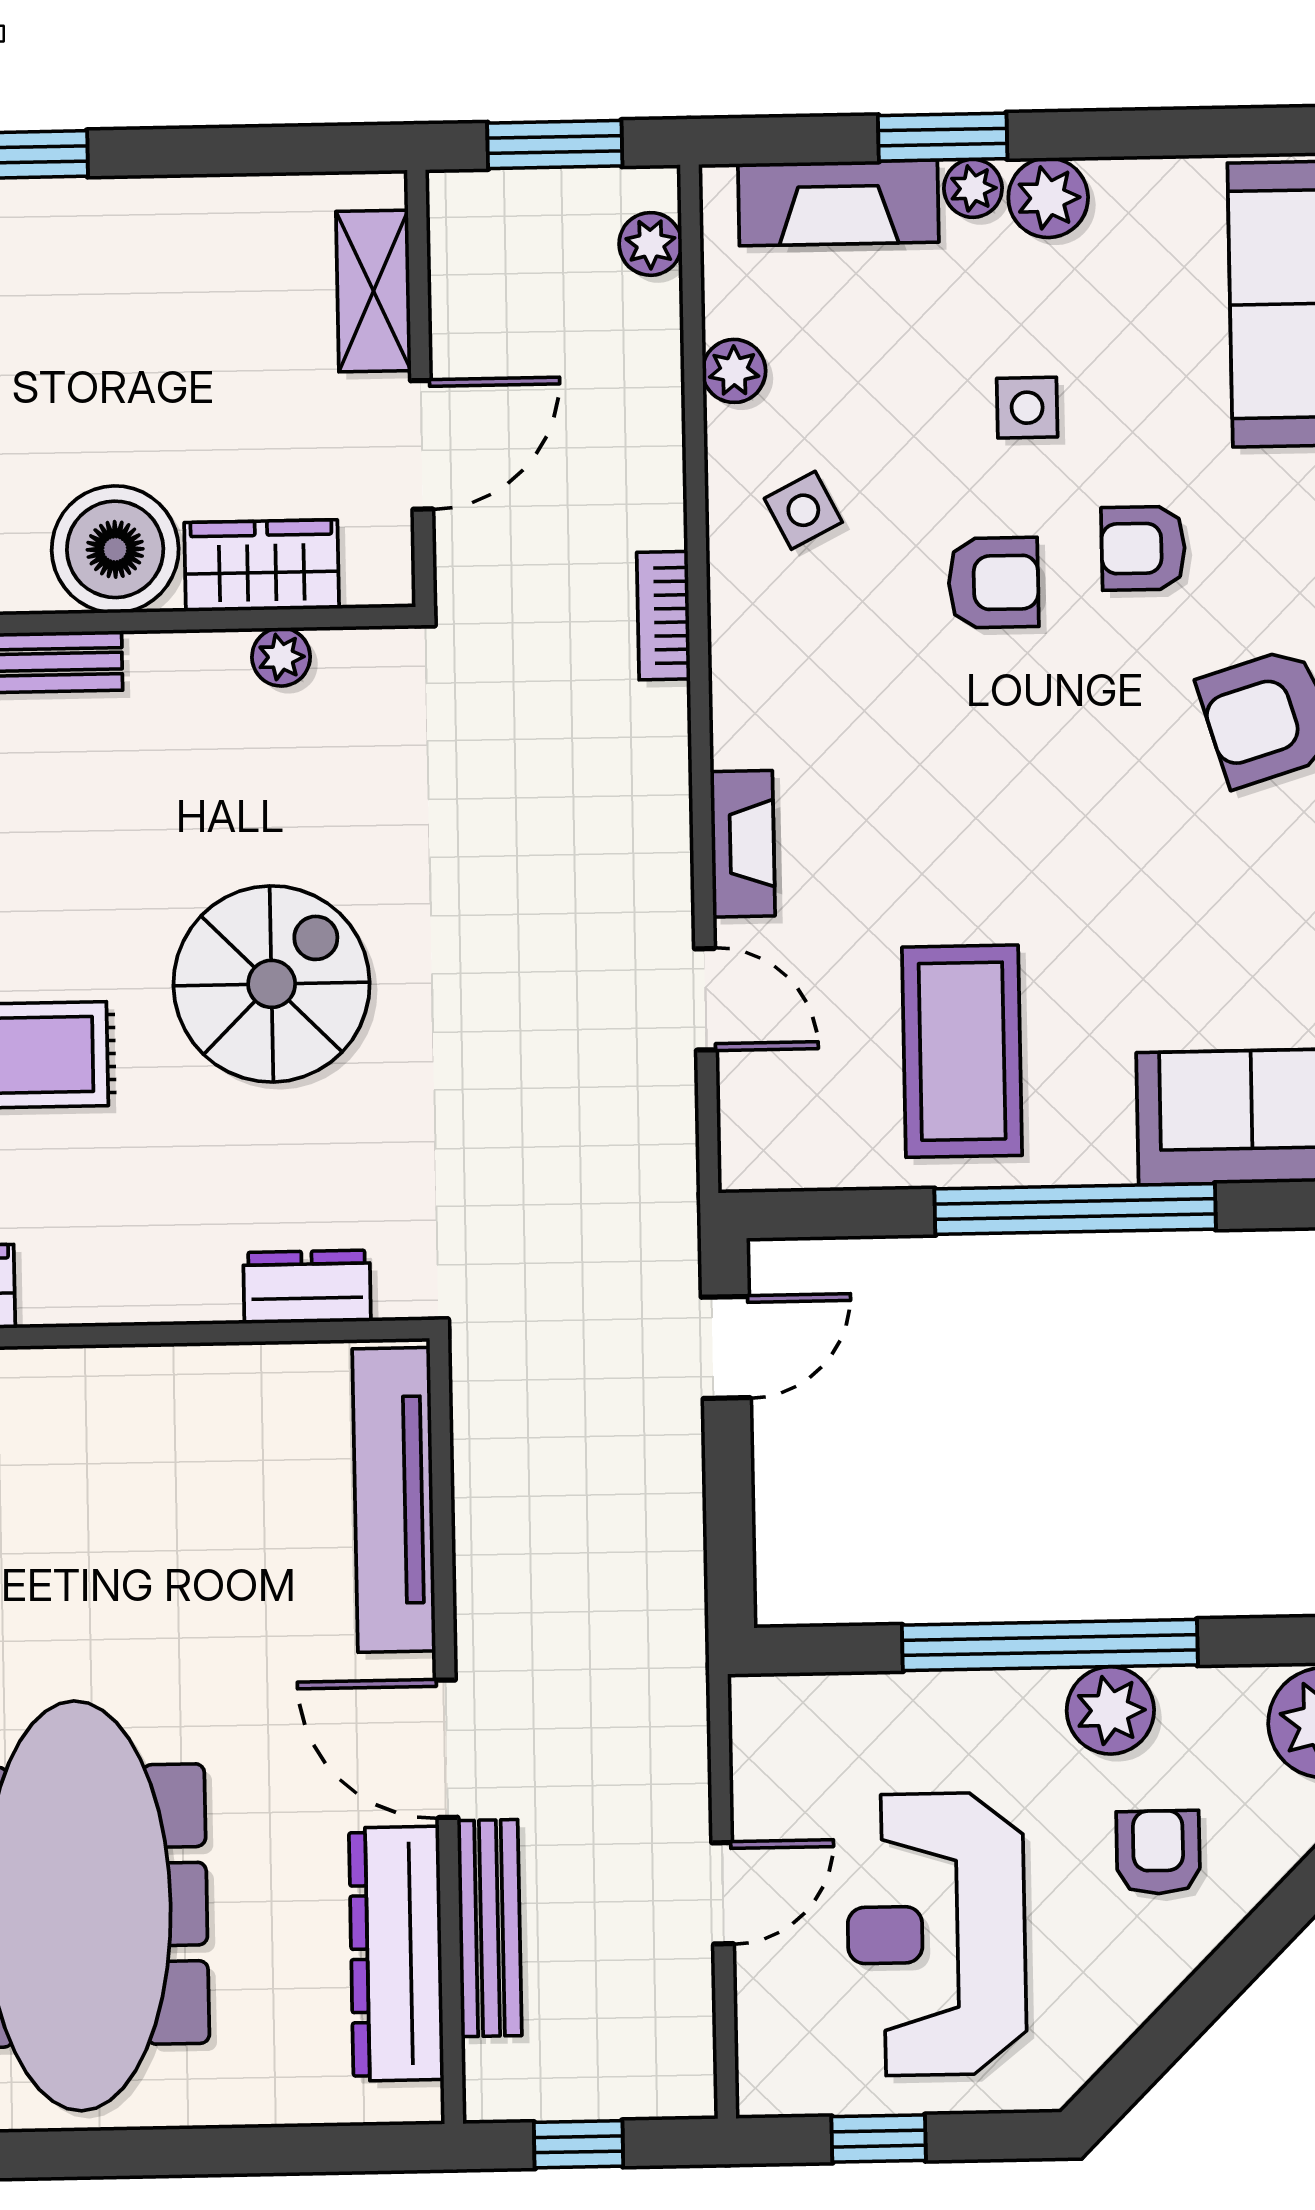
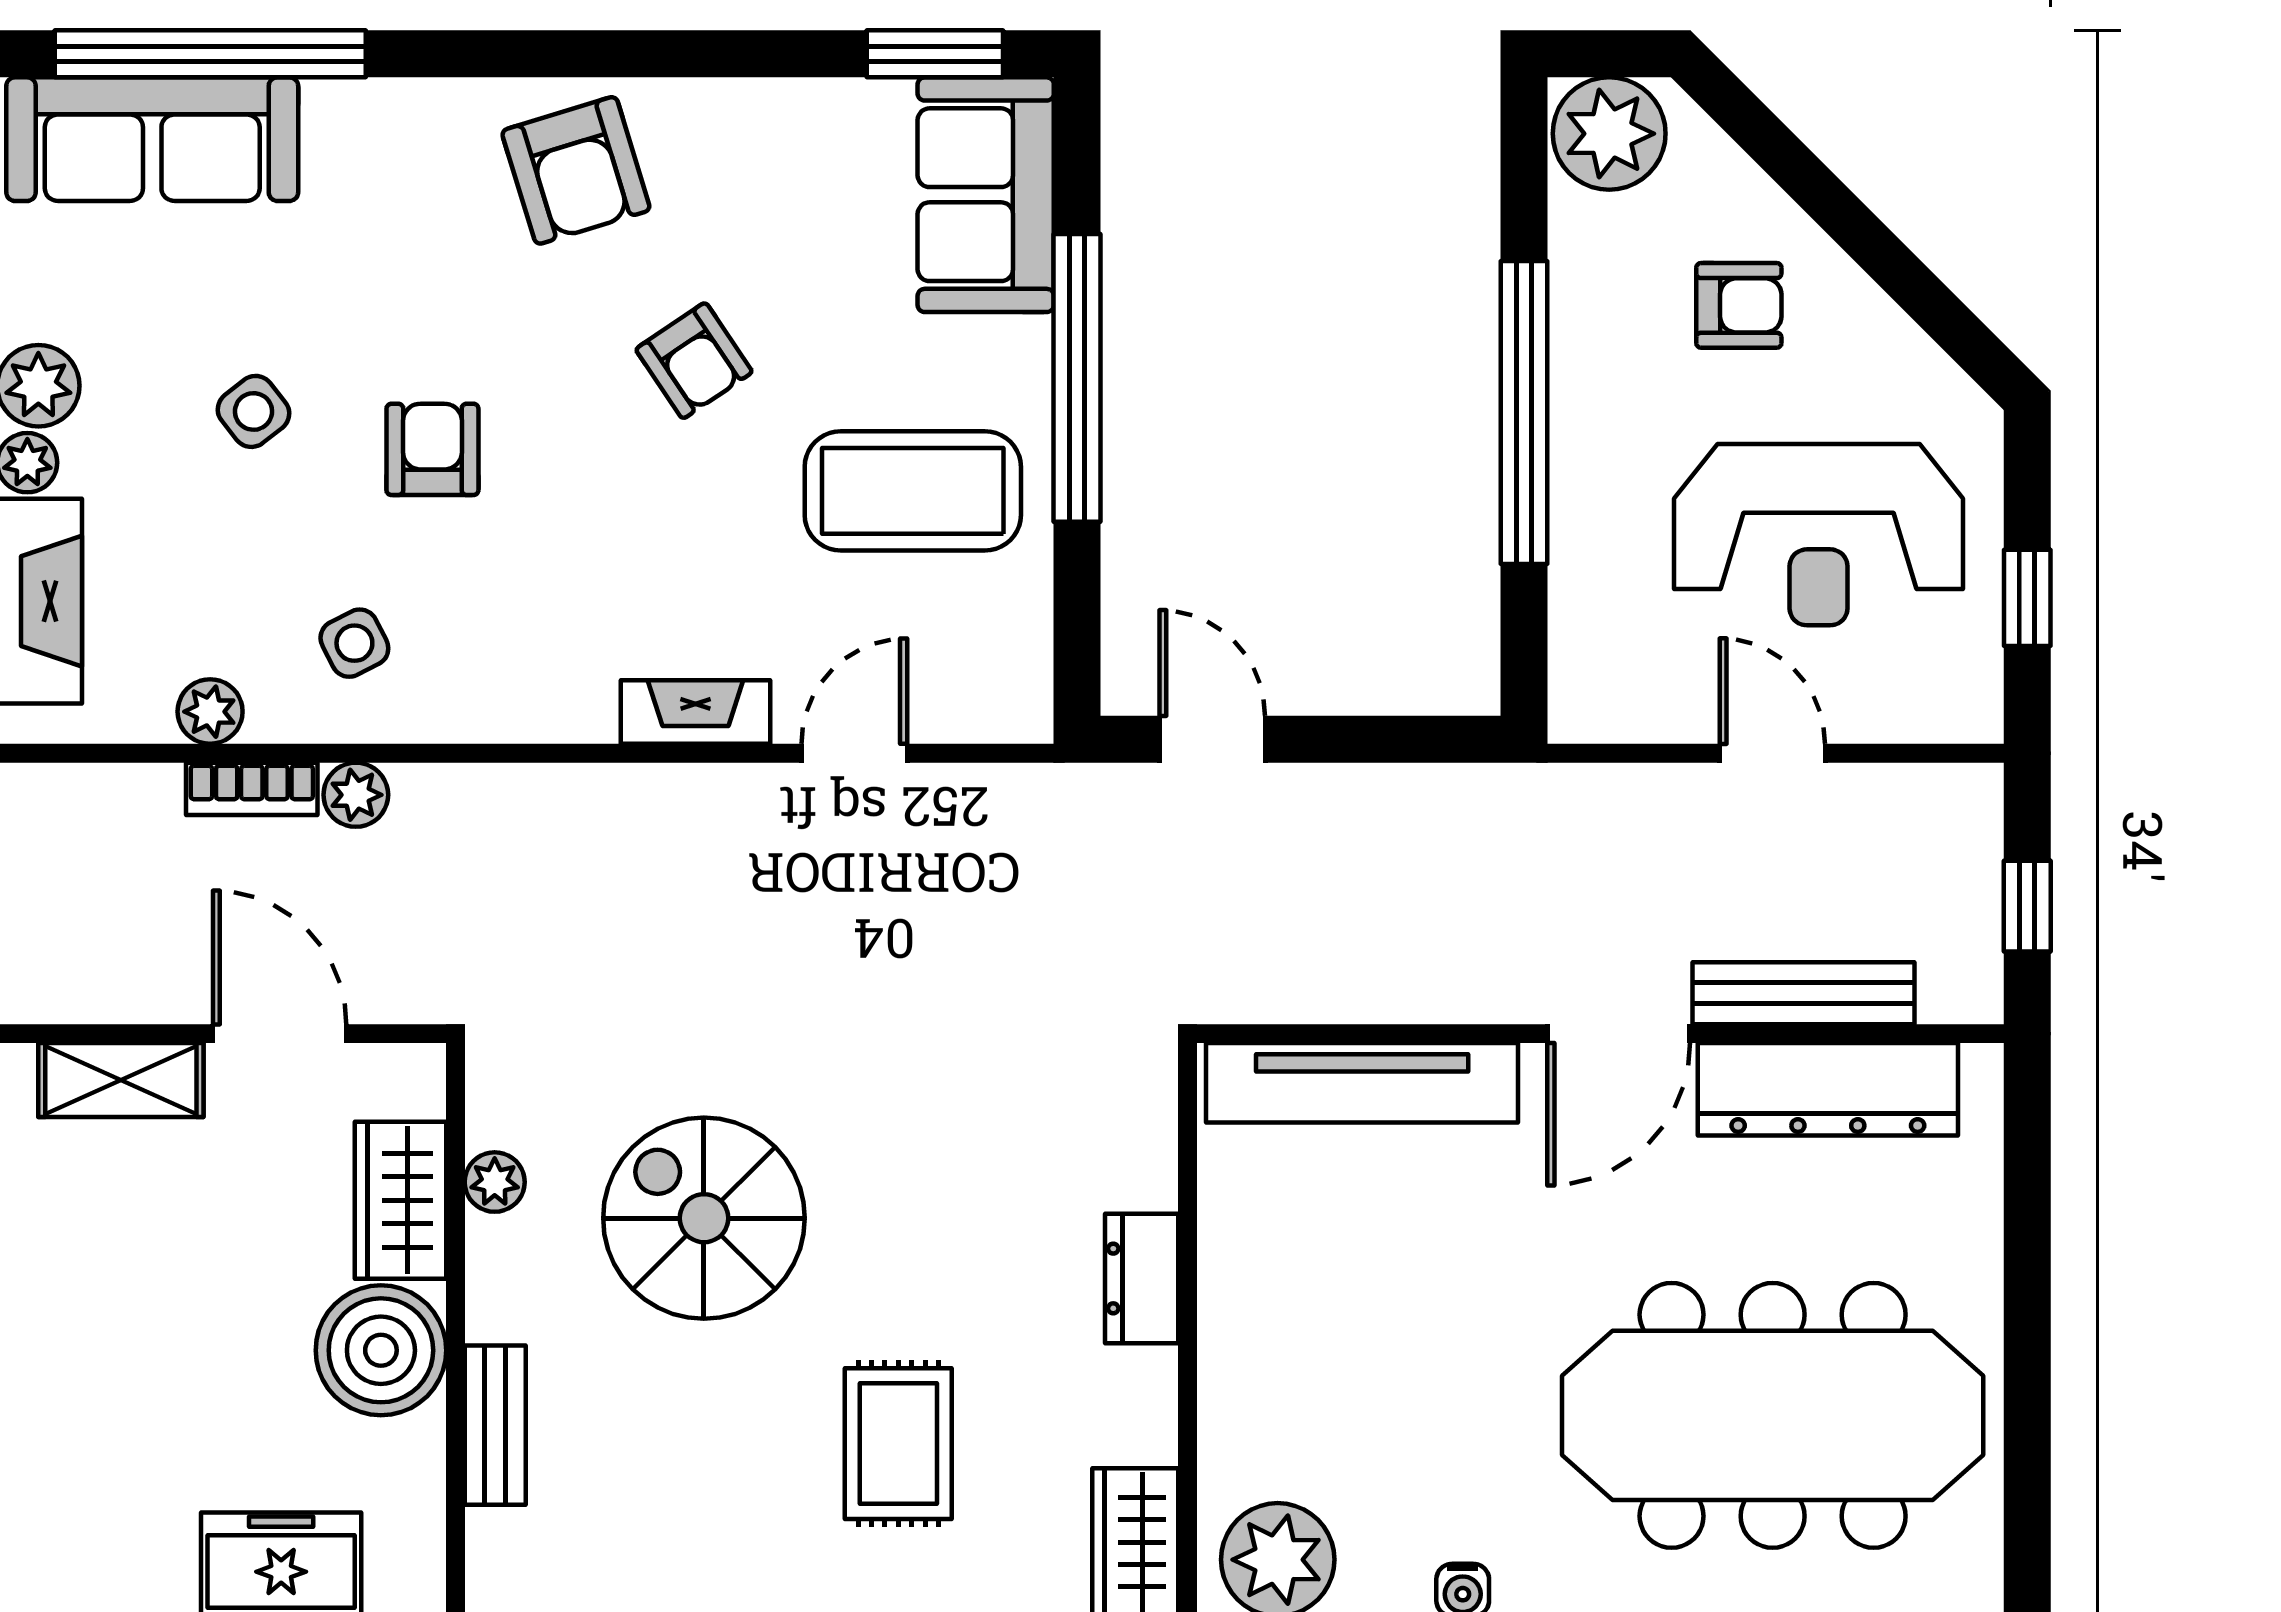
plant: (650, 244) -> (356, 795), moved
side table: (1027, 408) -> (254, 411), turned -38
armchair: (1143, 548) -> (694, 361), moved, turned -34
bookcase: (663, 616) -> (252, 789), moved
spiral stairs: (272, 984) -> (704, 1218), moved
dresser: (307, 1287) -> (1142, 1278), moved
plant: (1110, 1710) -> (1592, 352), removed
armchair: (1158, 1852) -> (1739, 305), turned 180

